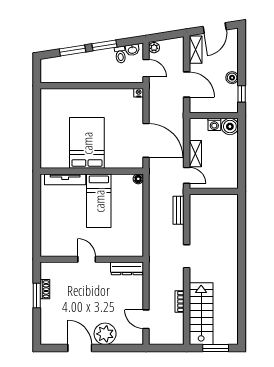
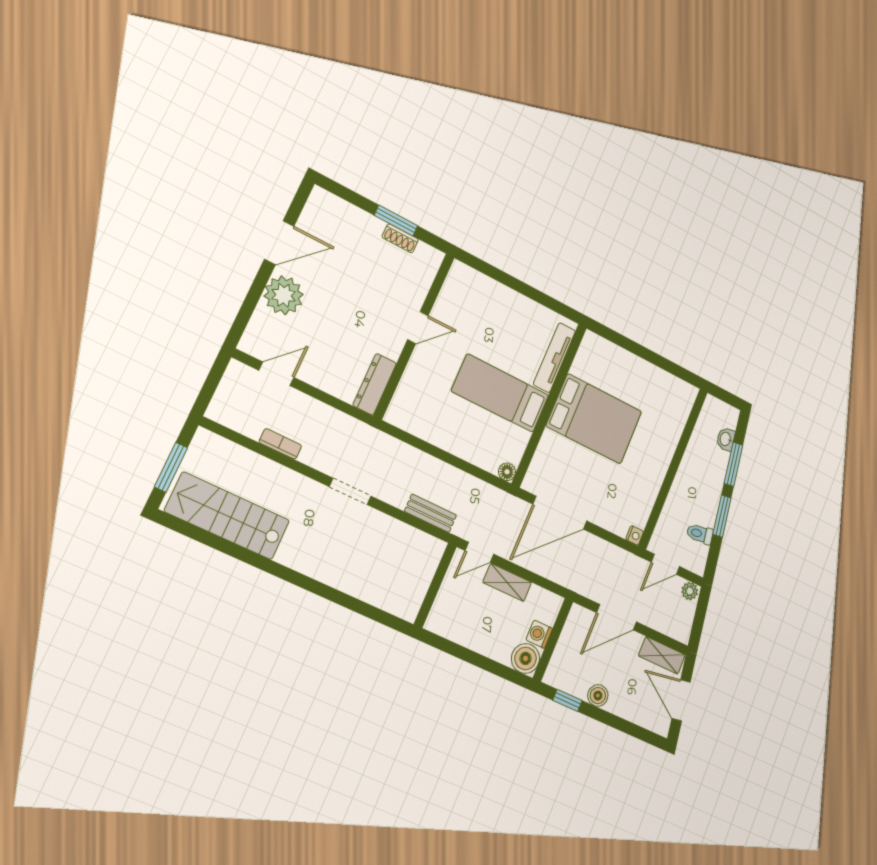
washbasin: (132, 50) -> (726, 439), moved
stairs: (201, 314) -> (227, 516), moved, turned 180

